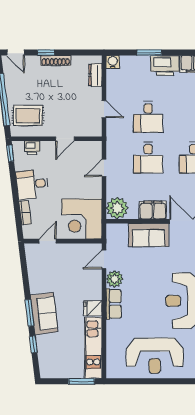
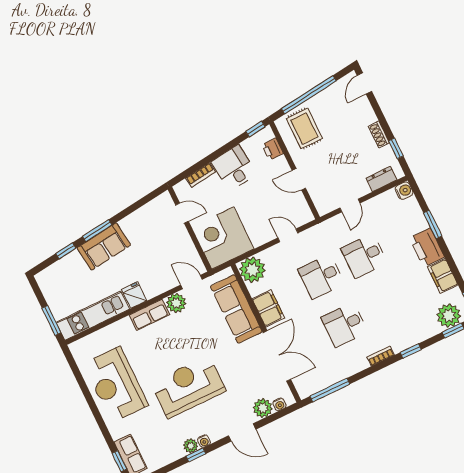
window: (46, 53) -> (396, 148), moved
shoe rack: (56, 61) -> (379, 134), width x0.70
sofa: (149, 235) -> (236, 309), width x1.36

